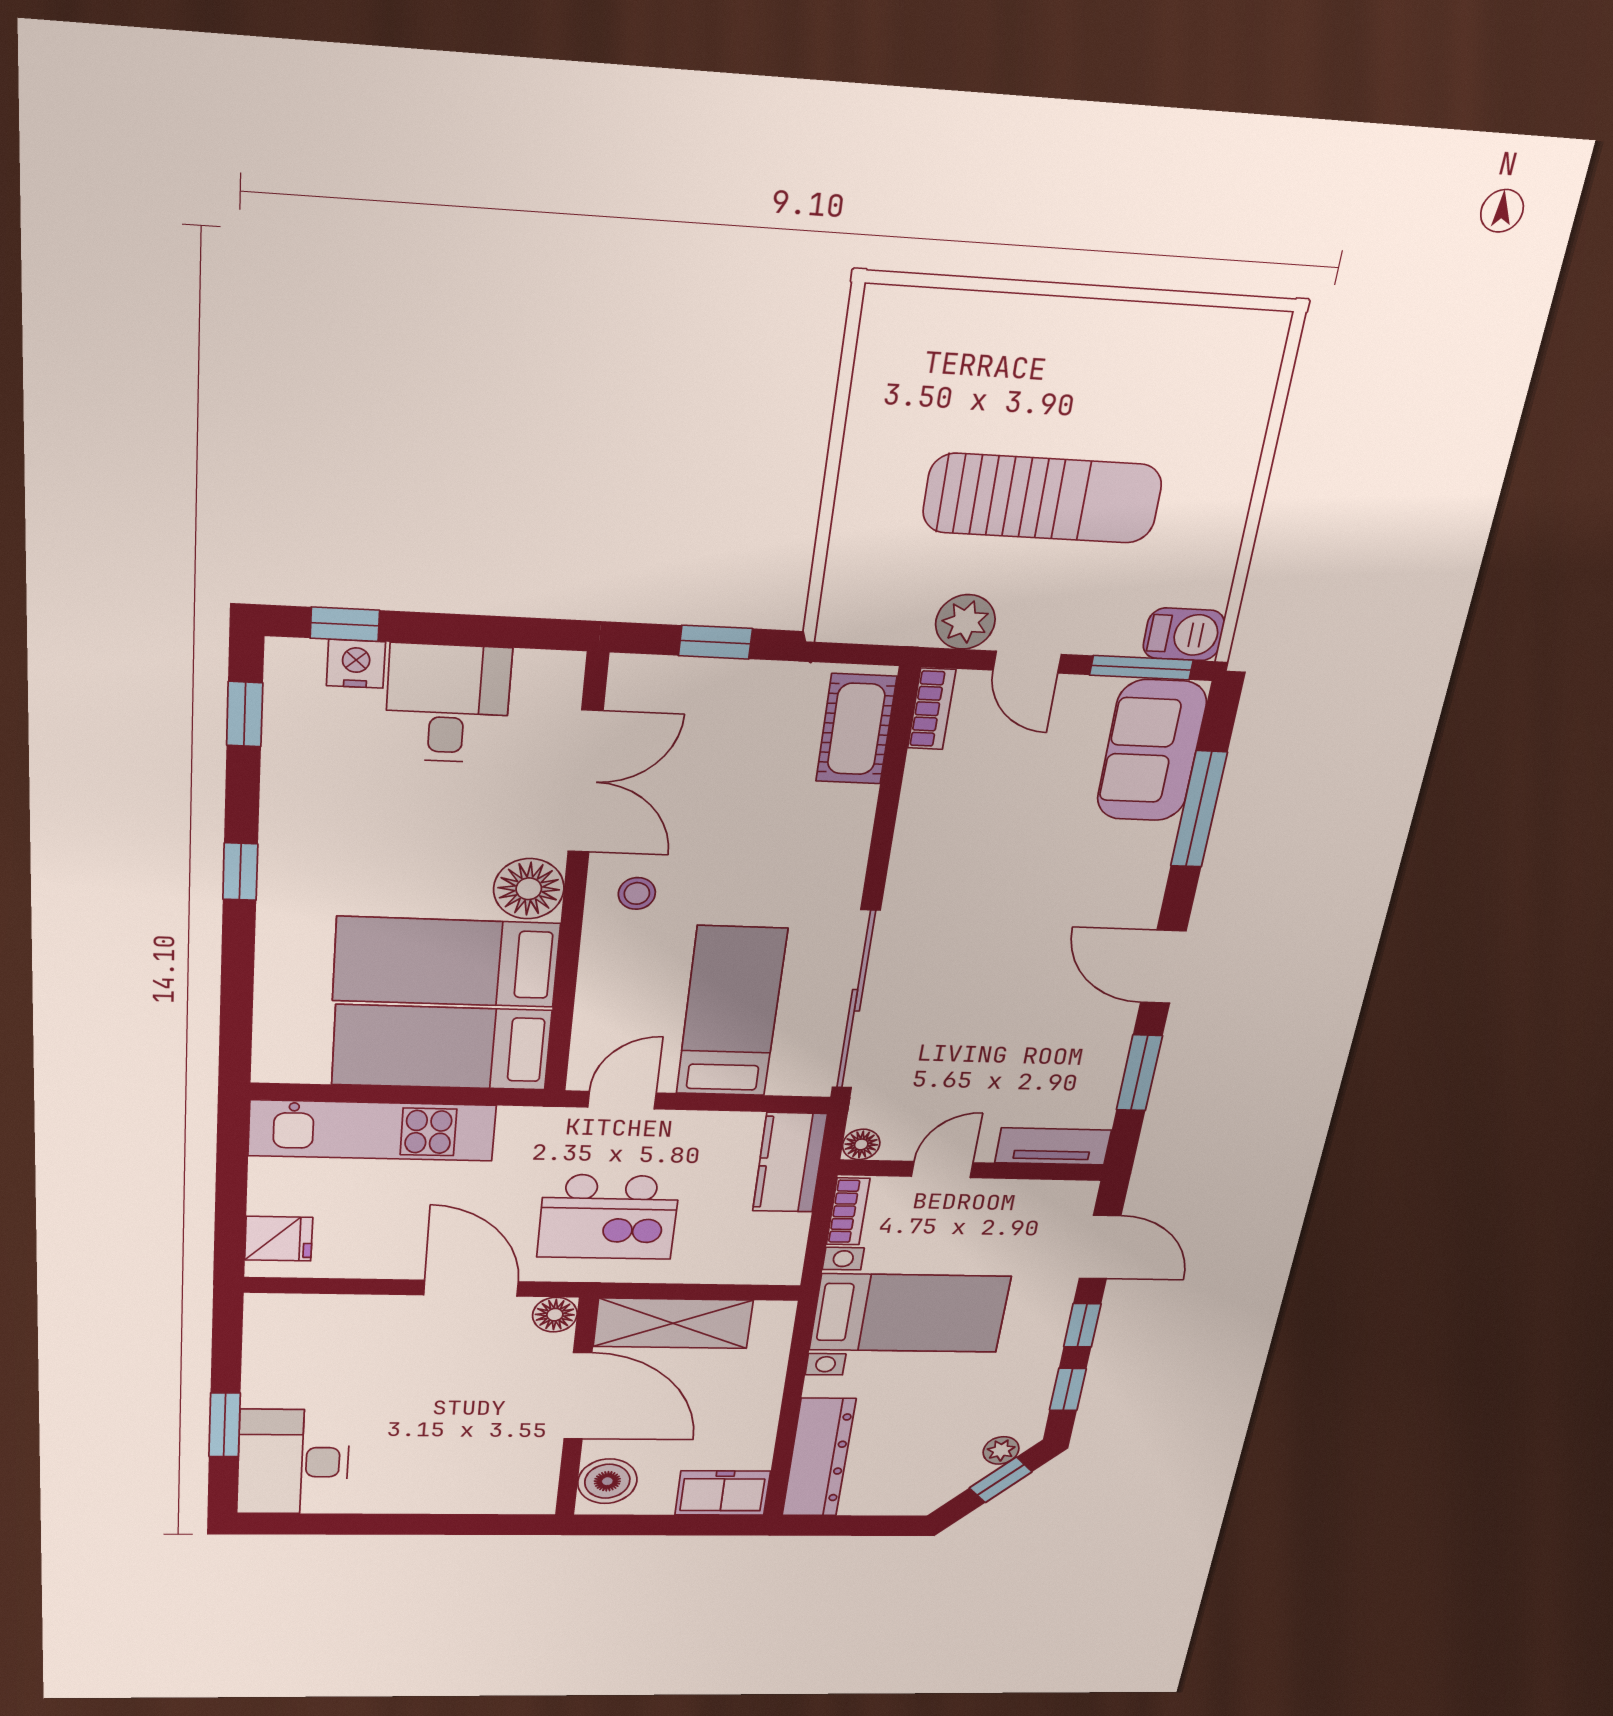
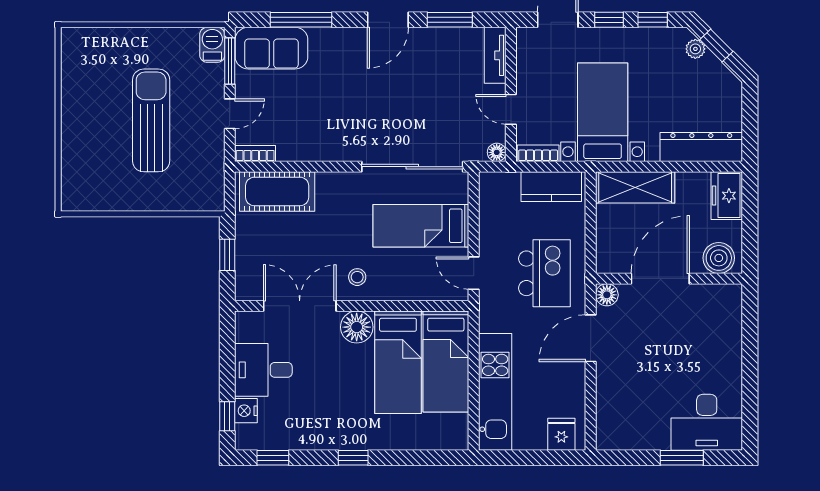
plant: (965, 622) -> (211, 145), removed
cot: (856, 729) -> (277, 191), width x1.37, depth x1.34
kitchen counter: (790, 1162) -> (551, 187), moved
shelving: (673, 1323) -> (635, 187), moved, turned 90

